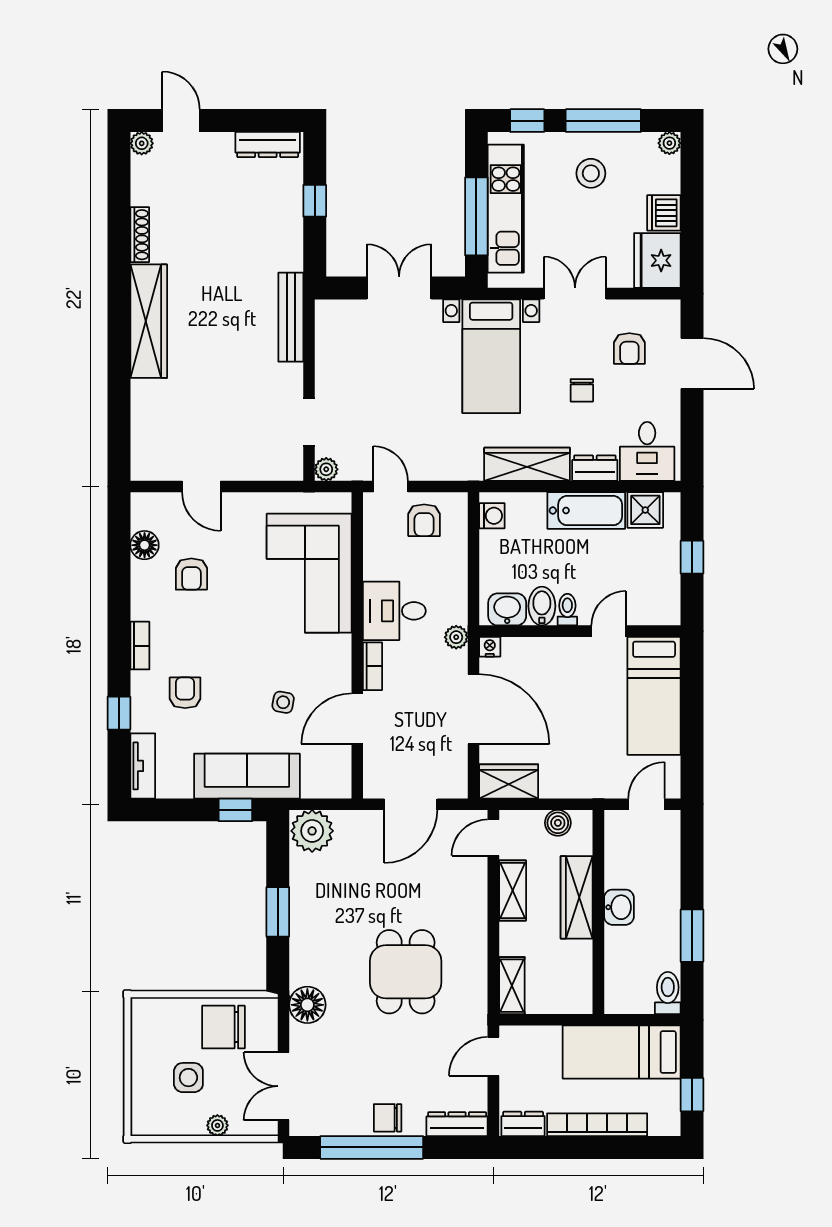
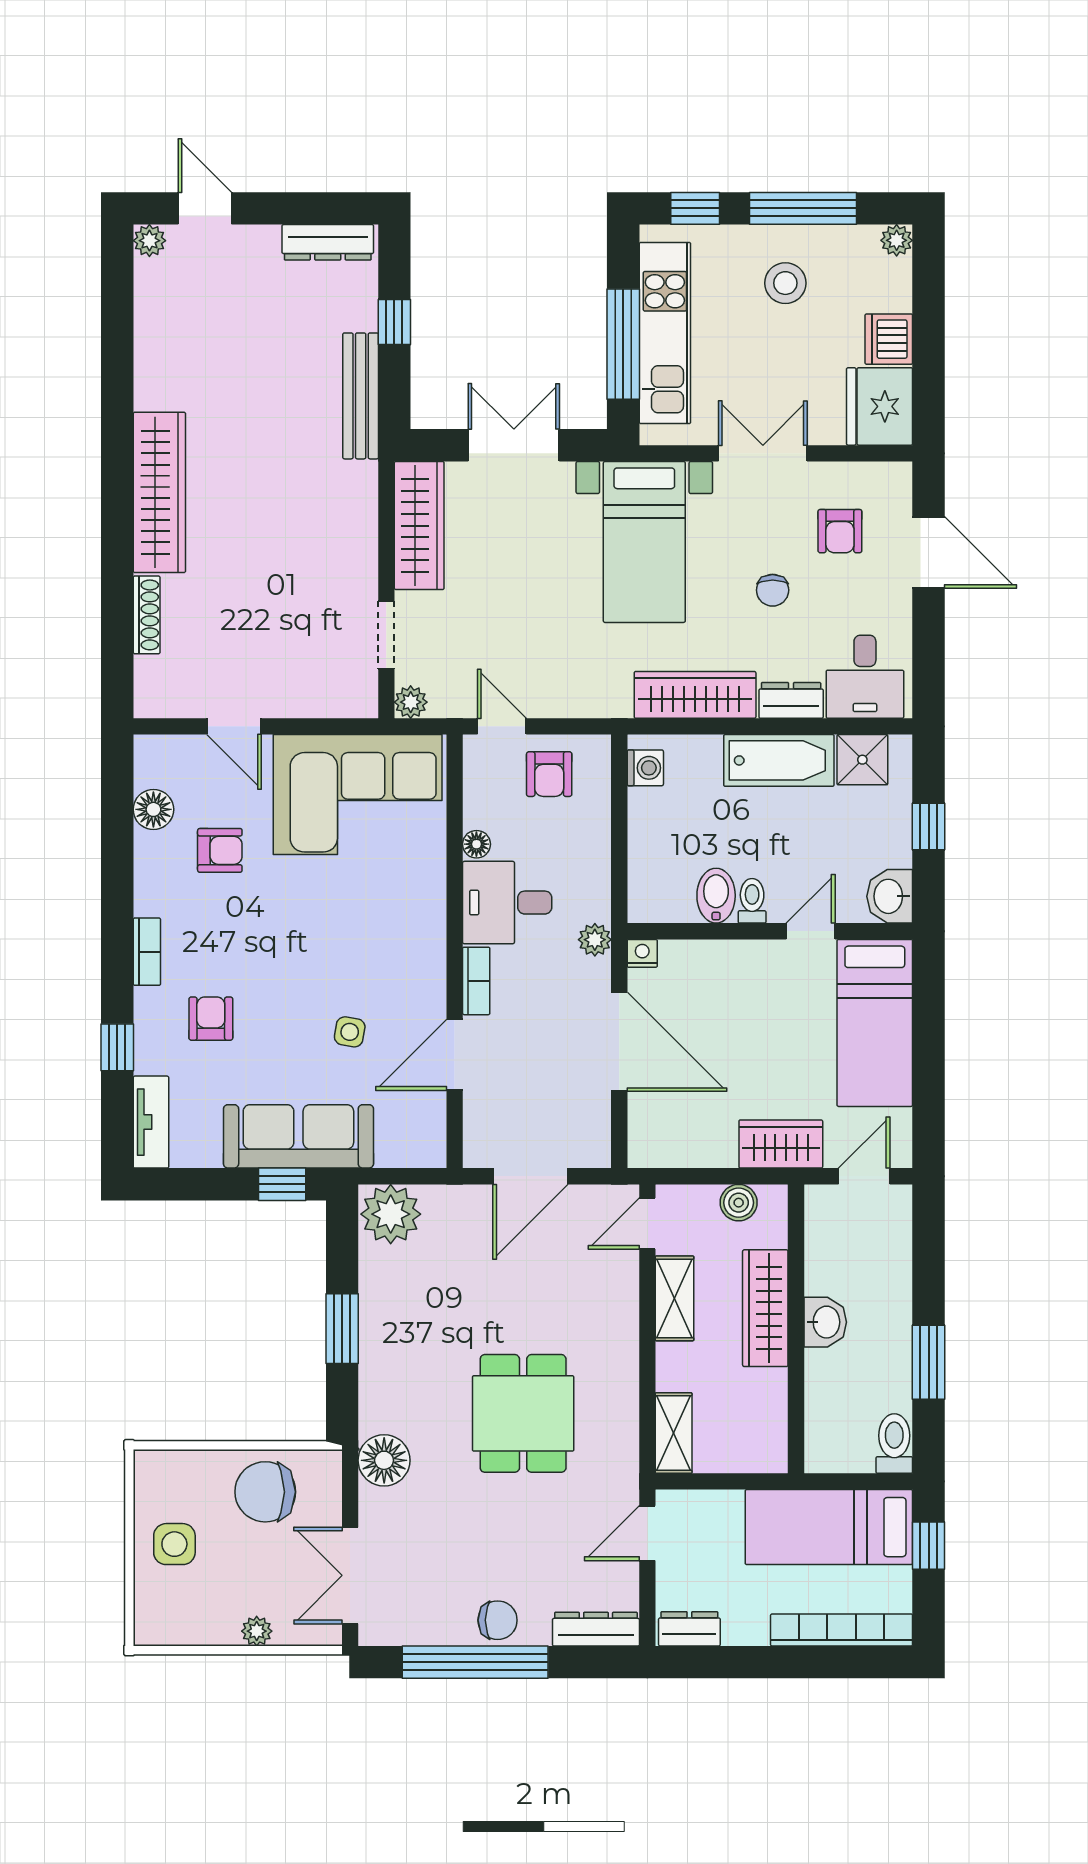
shoe rack: (140, 235) -> (147, 615), moved
bench: (291, 317) -> (361, 396), moved
wardrobe: (332, 345) -> (419, 526), added
floor lamp: (373, 570) -> (476, 844), added
corner sofa: (309, 573) -> (358, 795), moved, turned -90
armchair: (191, 574) -> (220, 850), turned -90
washbasin: (507, 609) -> (890, 896), moved, turned -90
wardrobe: (509, 781) -> (781, 1144), moved
side table: (188, 1078) -> (174, 1544), moved
window: (692, 1095) -> (929, 1546), moved
chair: (388, 1118) -> (498, 1620), turned 180
bookcase: (597, 1125) -> (842, 1630), moved

